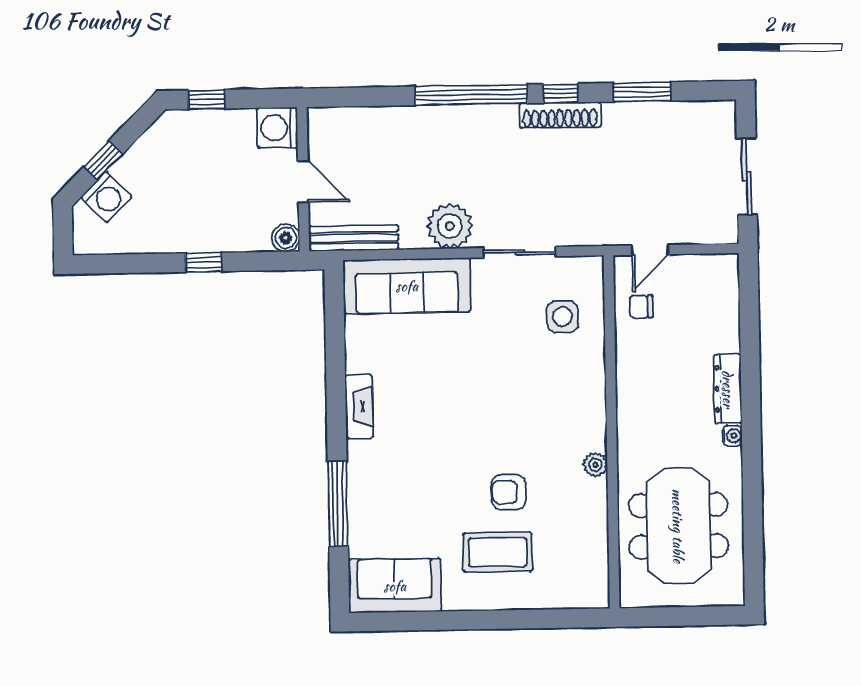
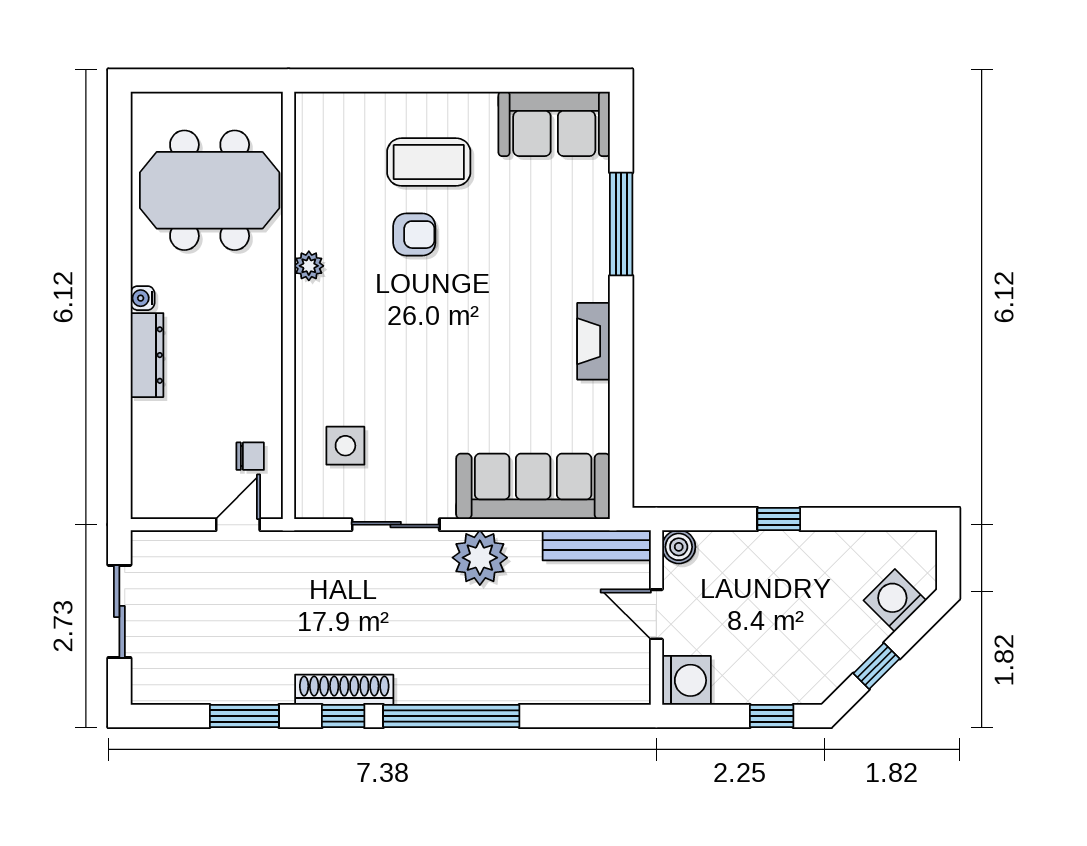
window: (103, 161) -> (877, 666), moved
meeting table: (678, 526) -> (210, 190), turned 90

